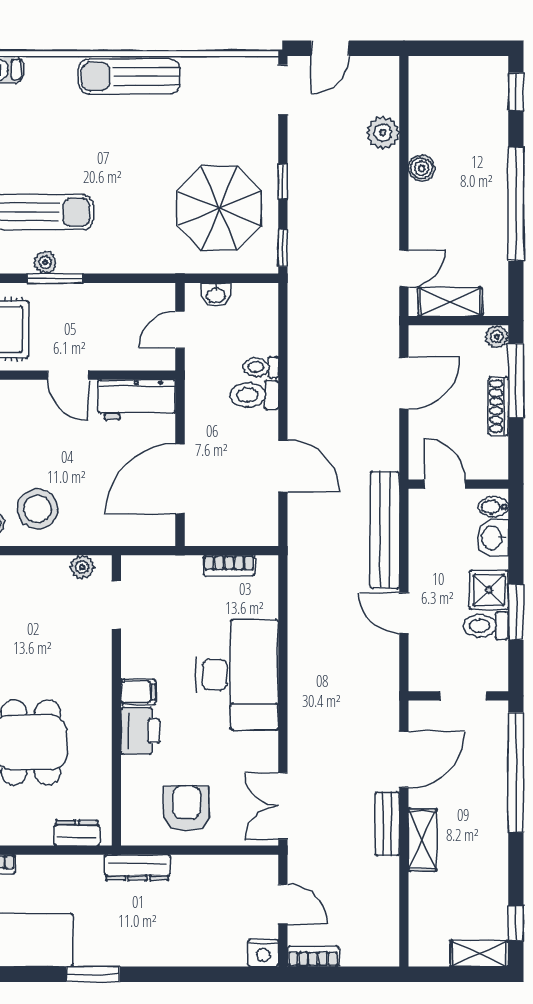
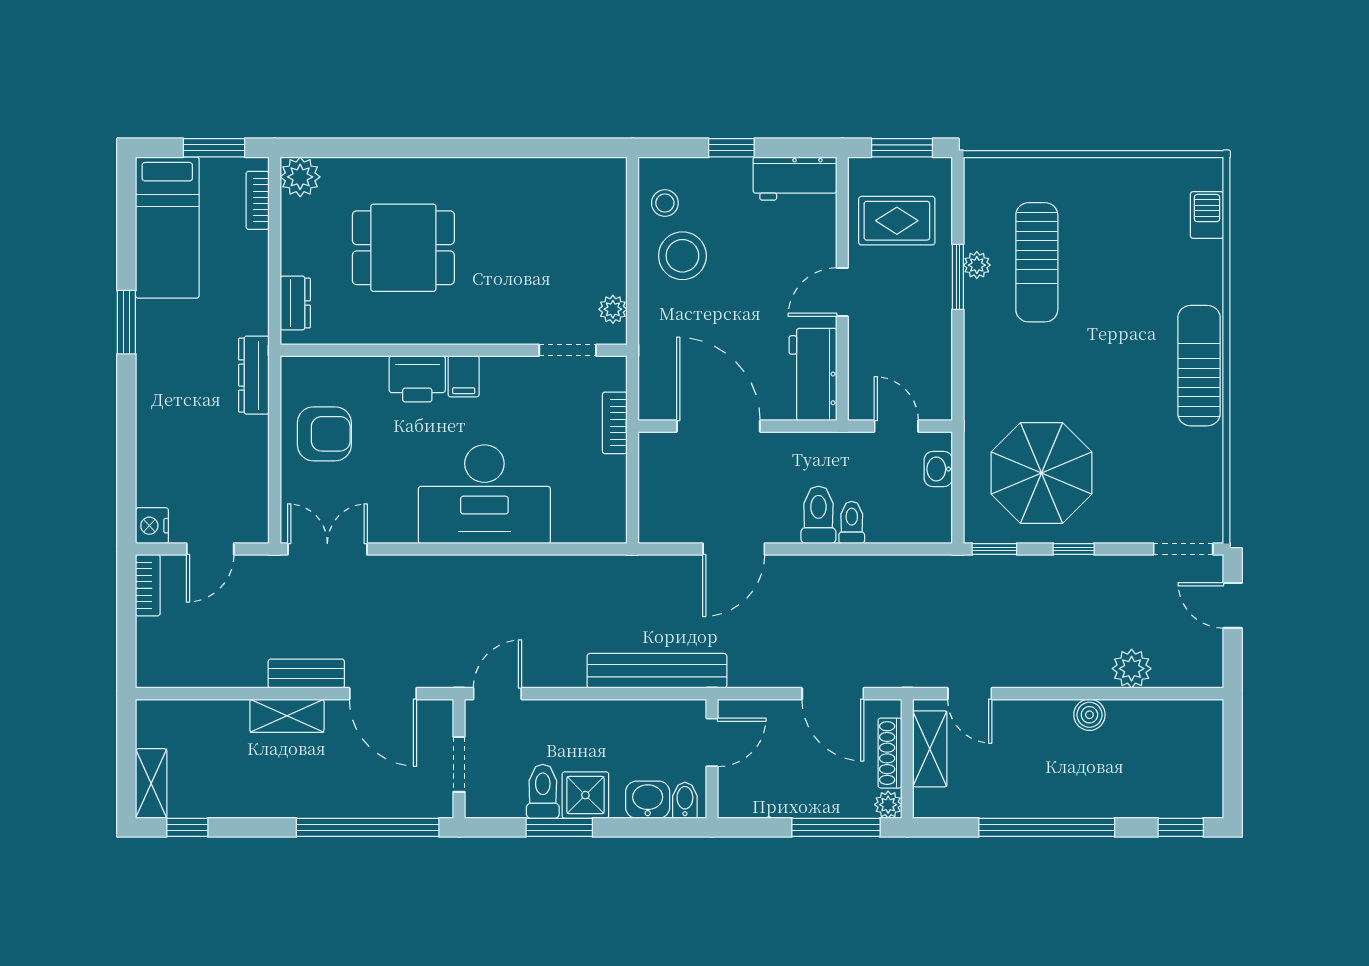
shoe rack: (498, 406) -> (890, 753), moved, turned -90
bookcase: (229, 565) -> (615, 423), moved
door: (404, 613) -> (497, 694), moved

